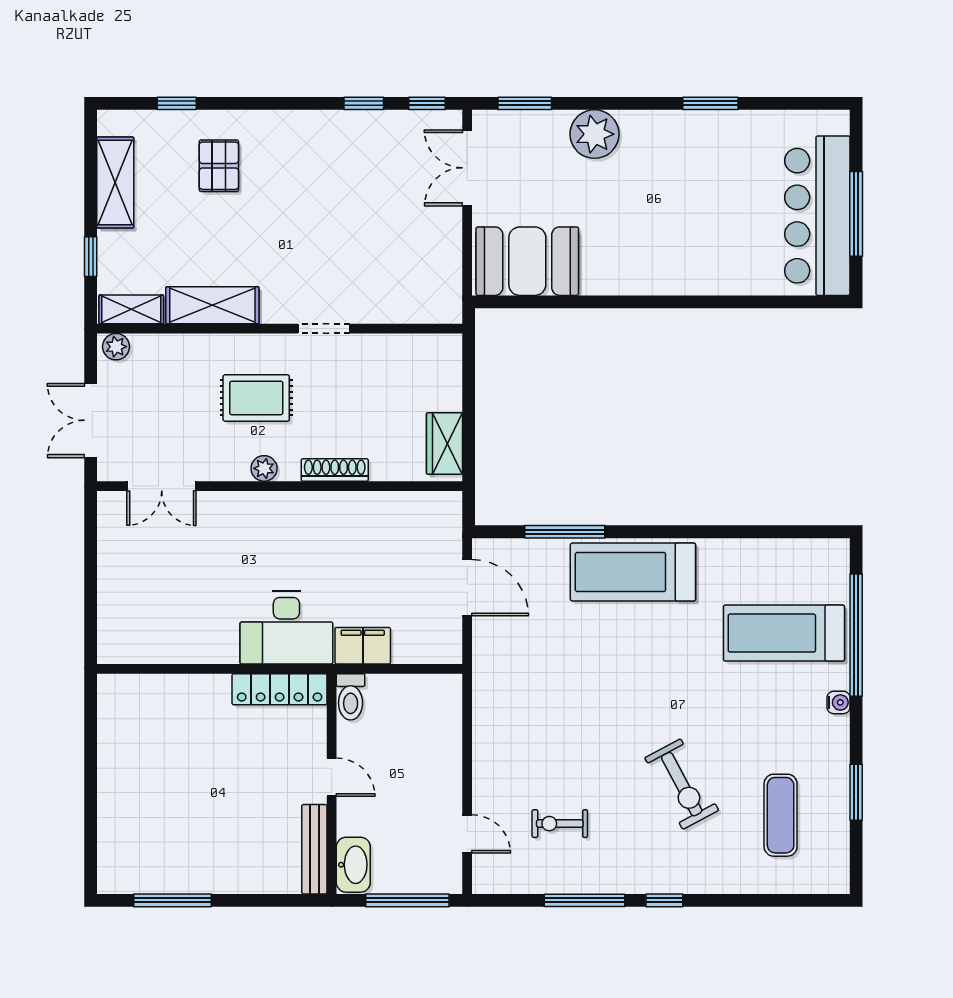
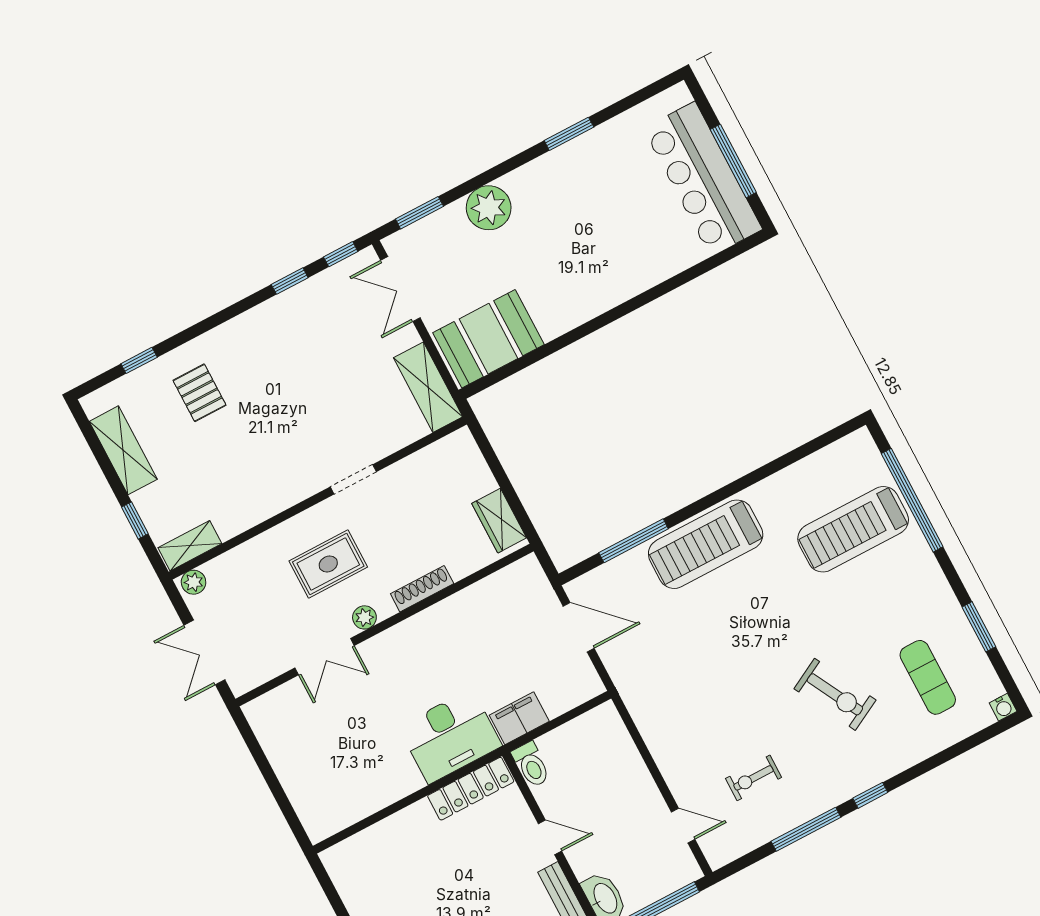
shelving: (212, 305) -> (428, 387), moved, turned 90
double door: (162, 486) -> (324, 657), moved
water cooler: (838, 702) -> (1003, 707), moved, turned 90

